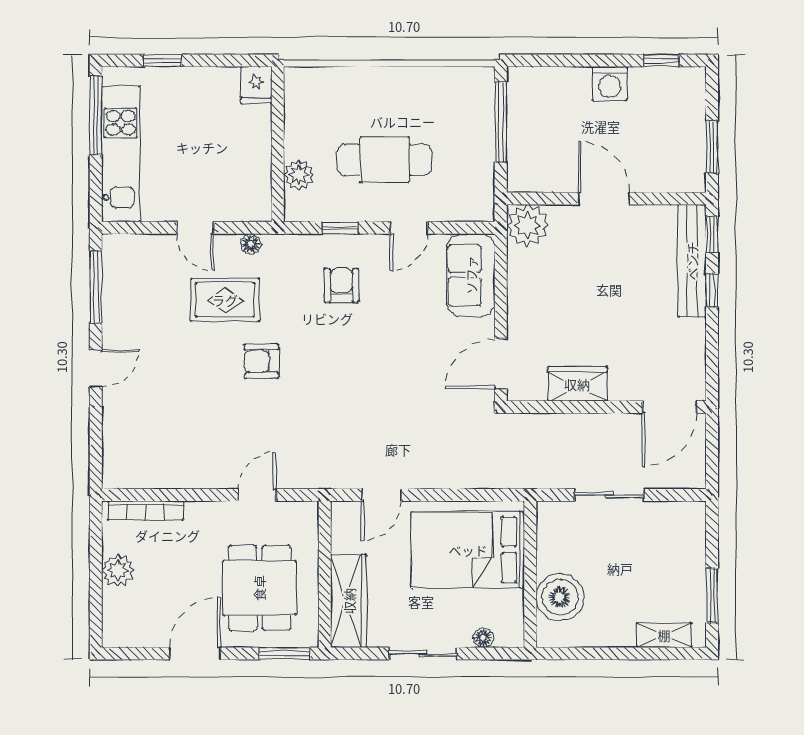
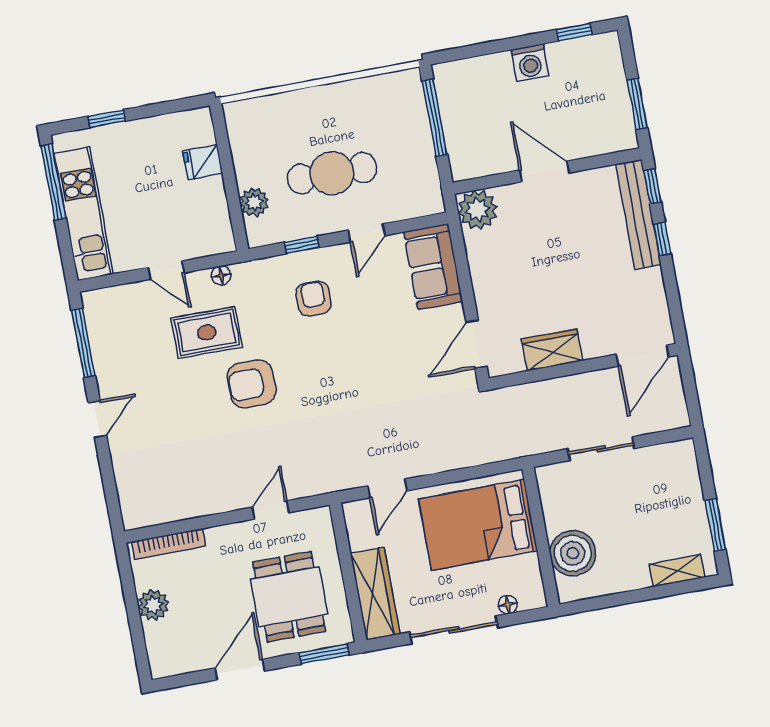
fridge: (256, 85) -> (203, 162), moved, turned 90
armchair: (261, 361) -> (252, 384), width x1.38, depth x1.38
sliding door: (423, 653) -> (454, 630), width x1.37

